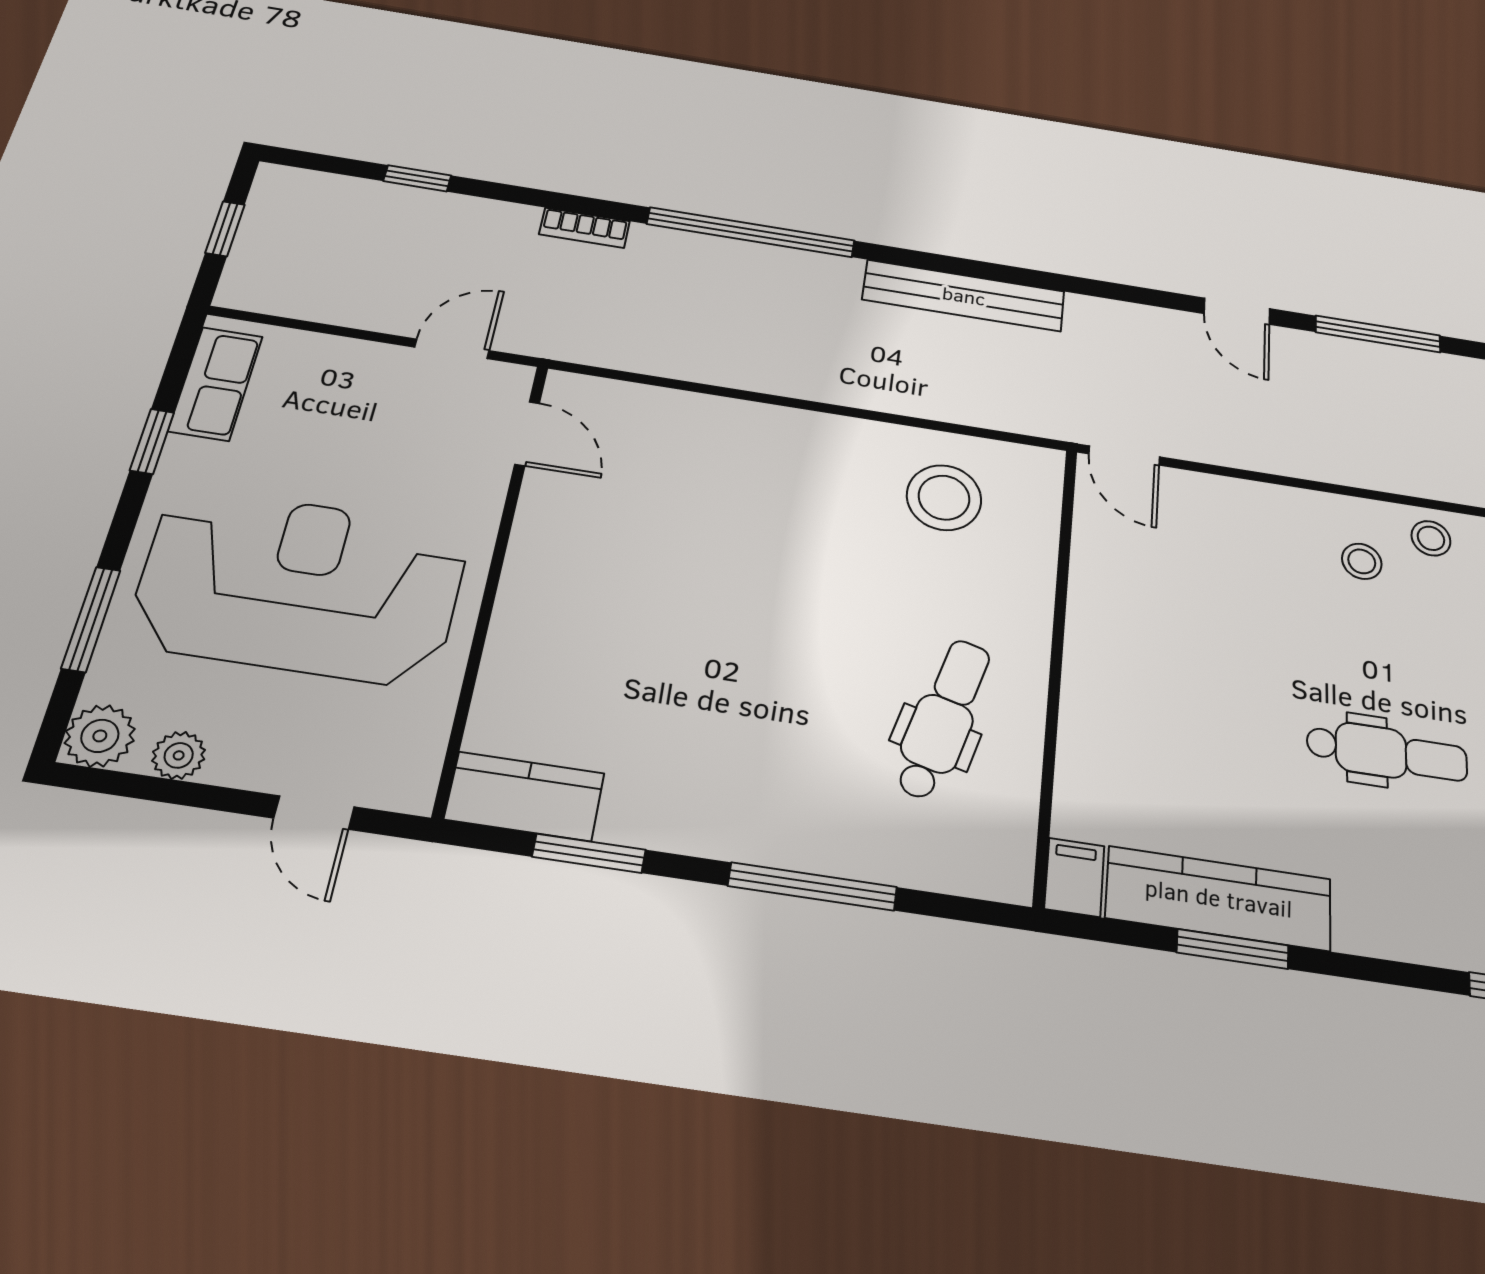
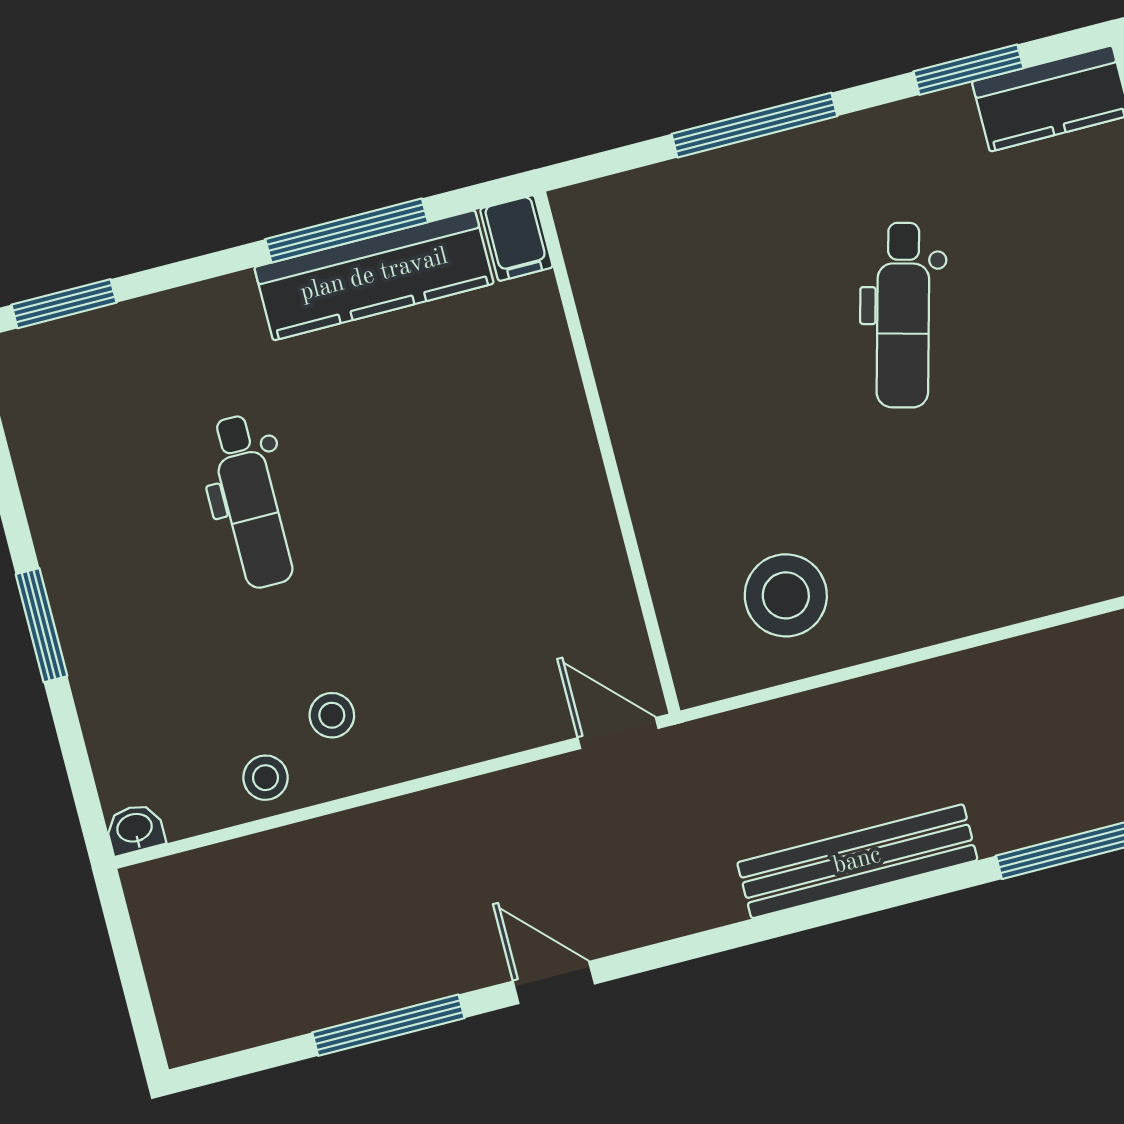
dental chair: (943, 719) -> (903, 315), moved
dental chair: (1387, 753) -> (251, 501), turned -90
window: (1233, 949) -> (347, 231), width x1.44

